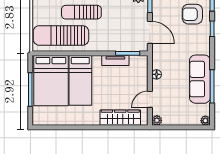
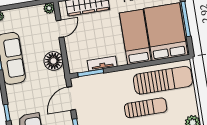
door: (150, 32) -> (71, 98), hinge flipped
floor lamp: (157, 74) -> (53, 61), width x1.89, depth x1.89

